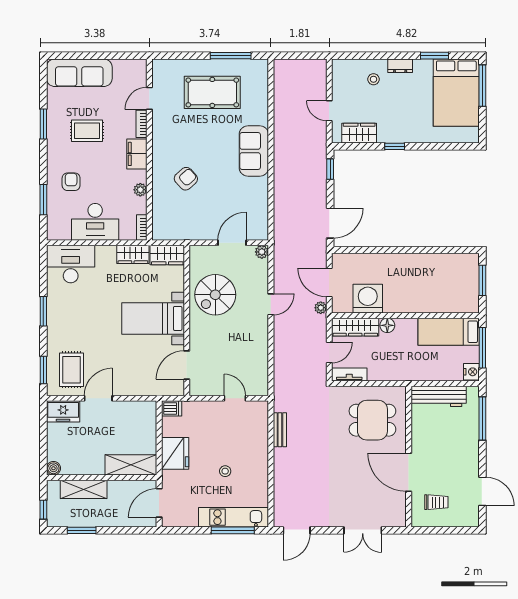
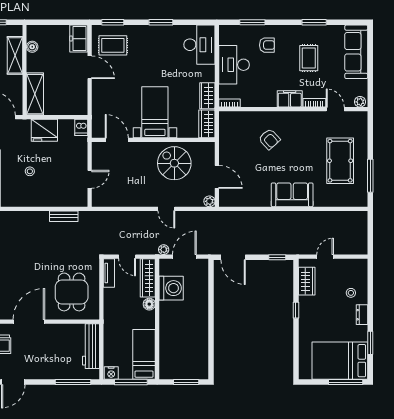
plant: (140, 190) -> (360, 102), moved
boiler: (53, 468) -> (32, 47), moved

